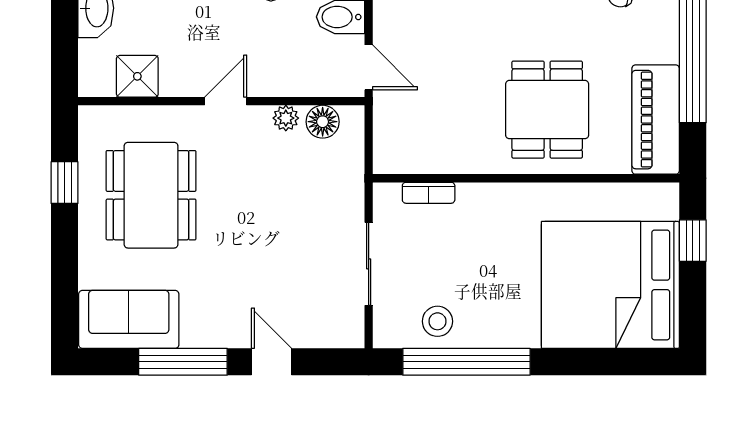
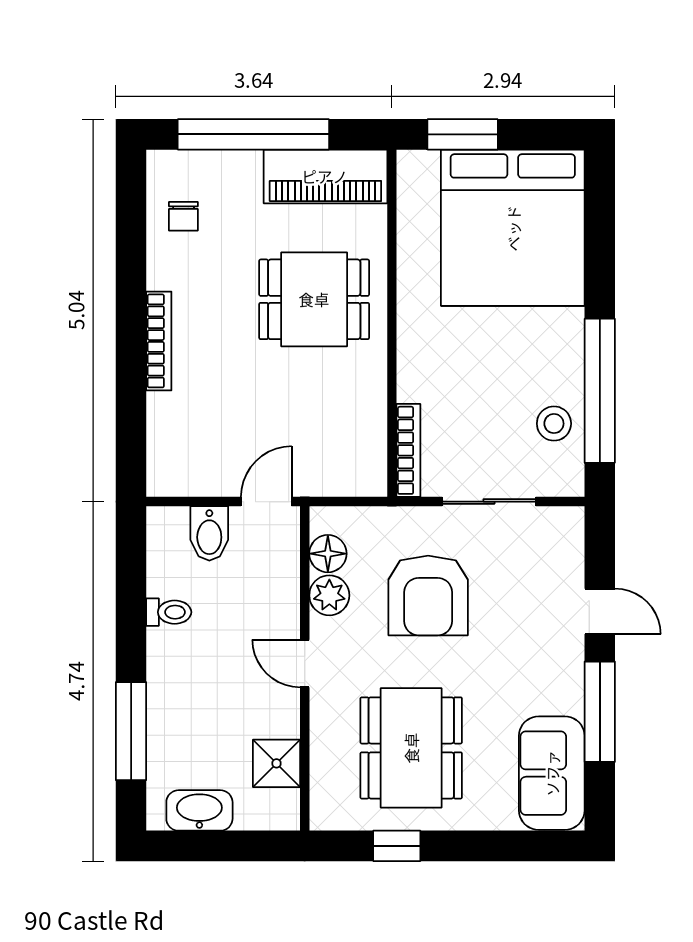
plant: (286, 118) -> (329, 595), width x1.38, depth x1.38
bookcase: (429, 193) -> (408, 450), width x1.56
dining table: (151, 195) -> (411, 748), turned 90
armchair: (286, 210) -> (428, 596), added
window: (693, 241) -> (463, 134), width x1.50
door: (272, 362) -> (600, 611), swing flipped

